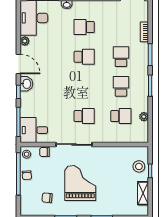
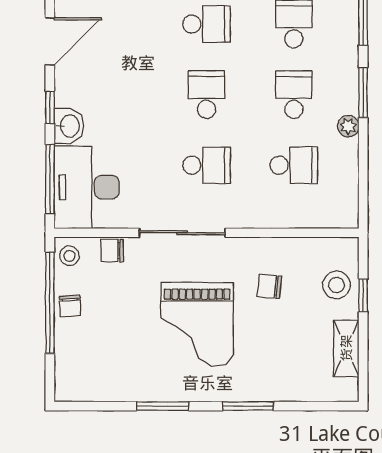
door: (18, 64) -> (50, 41), hinge flipped
washbasin: (26, 84) -> (69, 126), moved
school desk: (84, 86) -> (207, 95), added
plant: (144, 117) -> (348, 126), moved
desk: (34, 130) -> (87, 187), width x1.37
grand piano: (80, 183) -> (197, 324), turned 180
chair: (47, 198) -> (269, 286), moved

